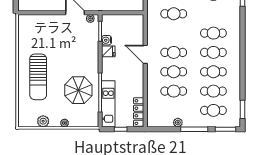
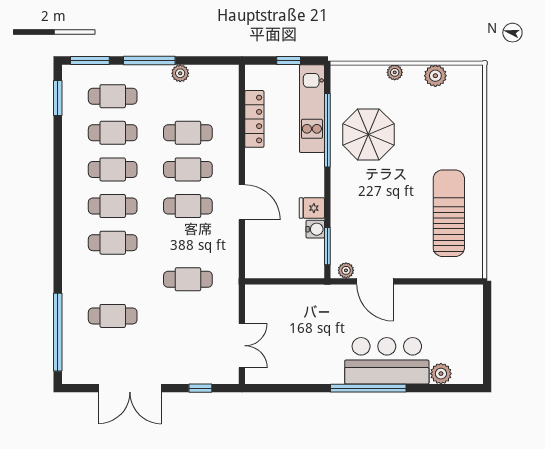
sun lounger: (38, 77) -> (449, 213), moved
locker: (139, 112) -> (254, 119), moved

